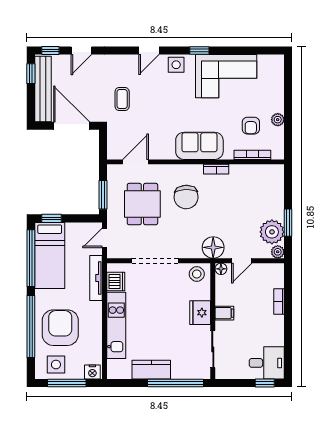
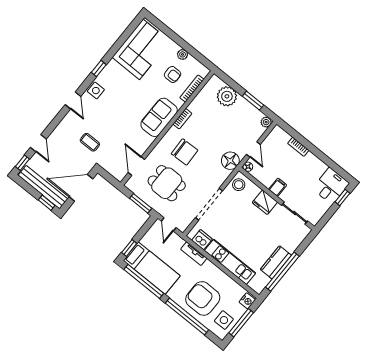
window: (31, 74) -> (47, 203), moved
corner sofa: (226, 76) -> (141, 49), moved
plant: (272, 232) -> (227, 96), moved
tv unit: (96, 278) -> (194, 254), width x0.71
window: (176, 383) -> (282, 272), moved

